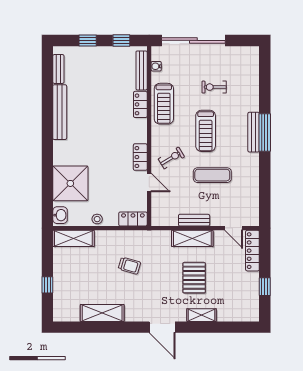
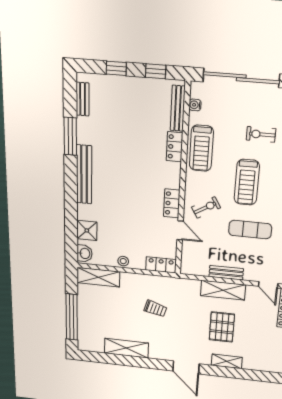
window: (47, 103) -> (70, 136), added
bench: (60, 112) -> (84, 174), moved
shower: (70, 183) -> (87, 230), width x0.54, depth x0.54
window: (47, 285) -> (72, 317), width x3.17

